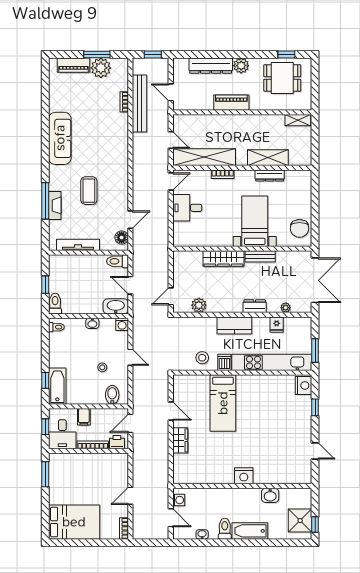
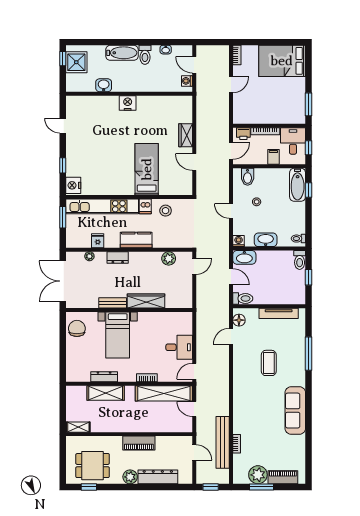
fireplace: (55, 205) -> (300, 349), removed
washbasin: (92, 323) -> (266, 240), width x1.91, depth x1.45

